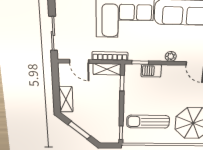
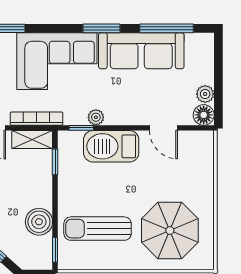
plant: (171, 56) -> (96, 117), moved
barbecue: (151, 71) -> (111, 146), width x1.88, depth x1.53
boiler: (111, 117) -> (39, 222), added

